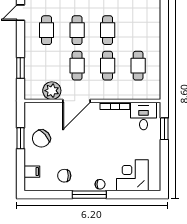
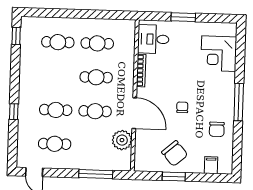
cafe table: (108, 30) -> (58, 42), moved
window: (20, 68) -> (96, 174), width x1.44
window: (164, 129) -> (183, 17), moved
chair: (100, 184) -> (182, 107), moved

